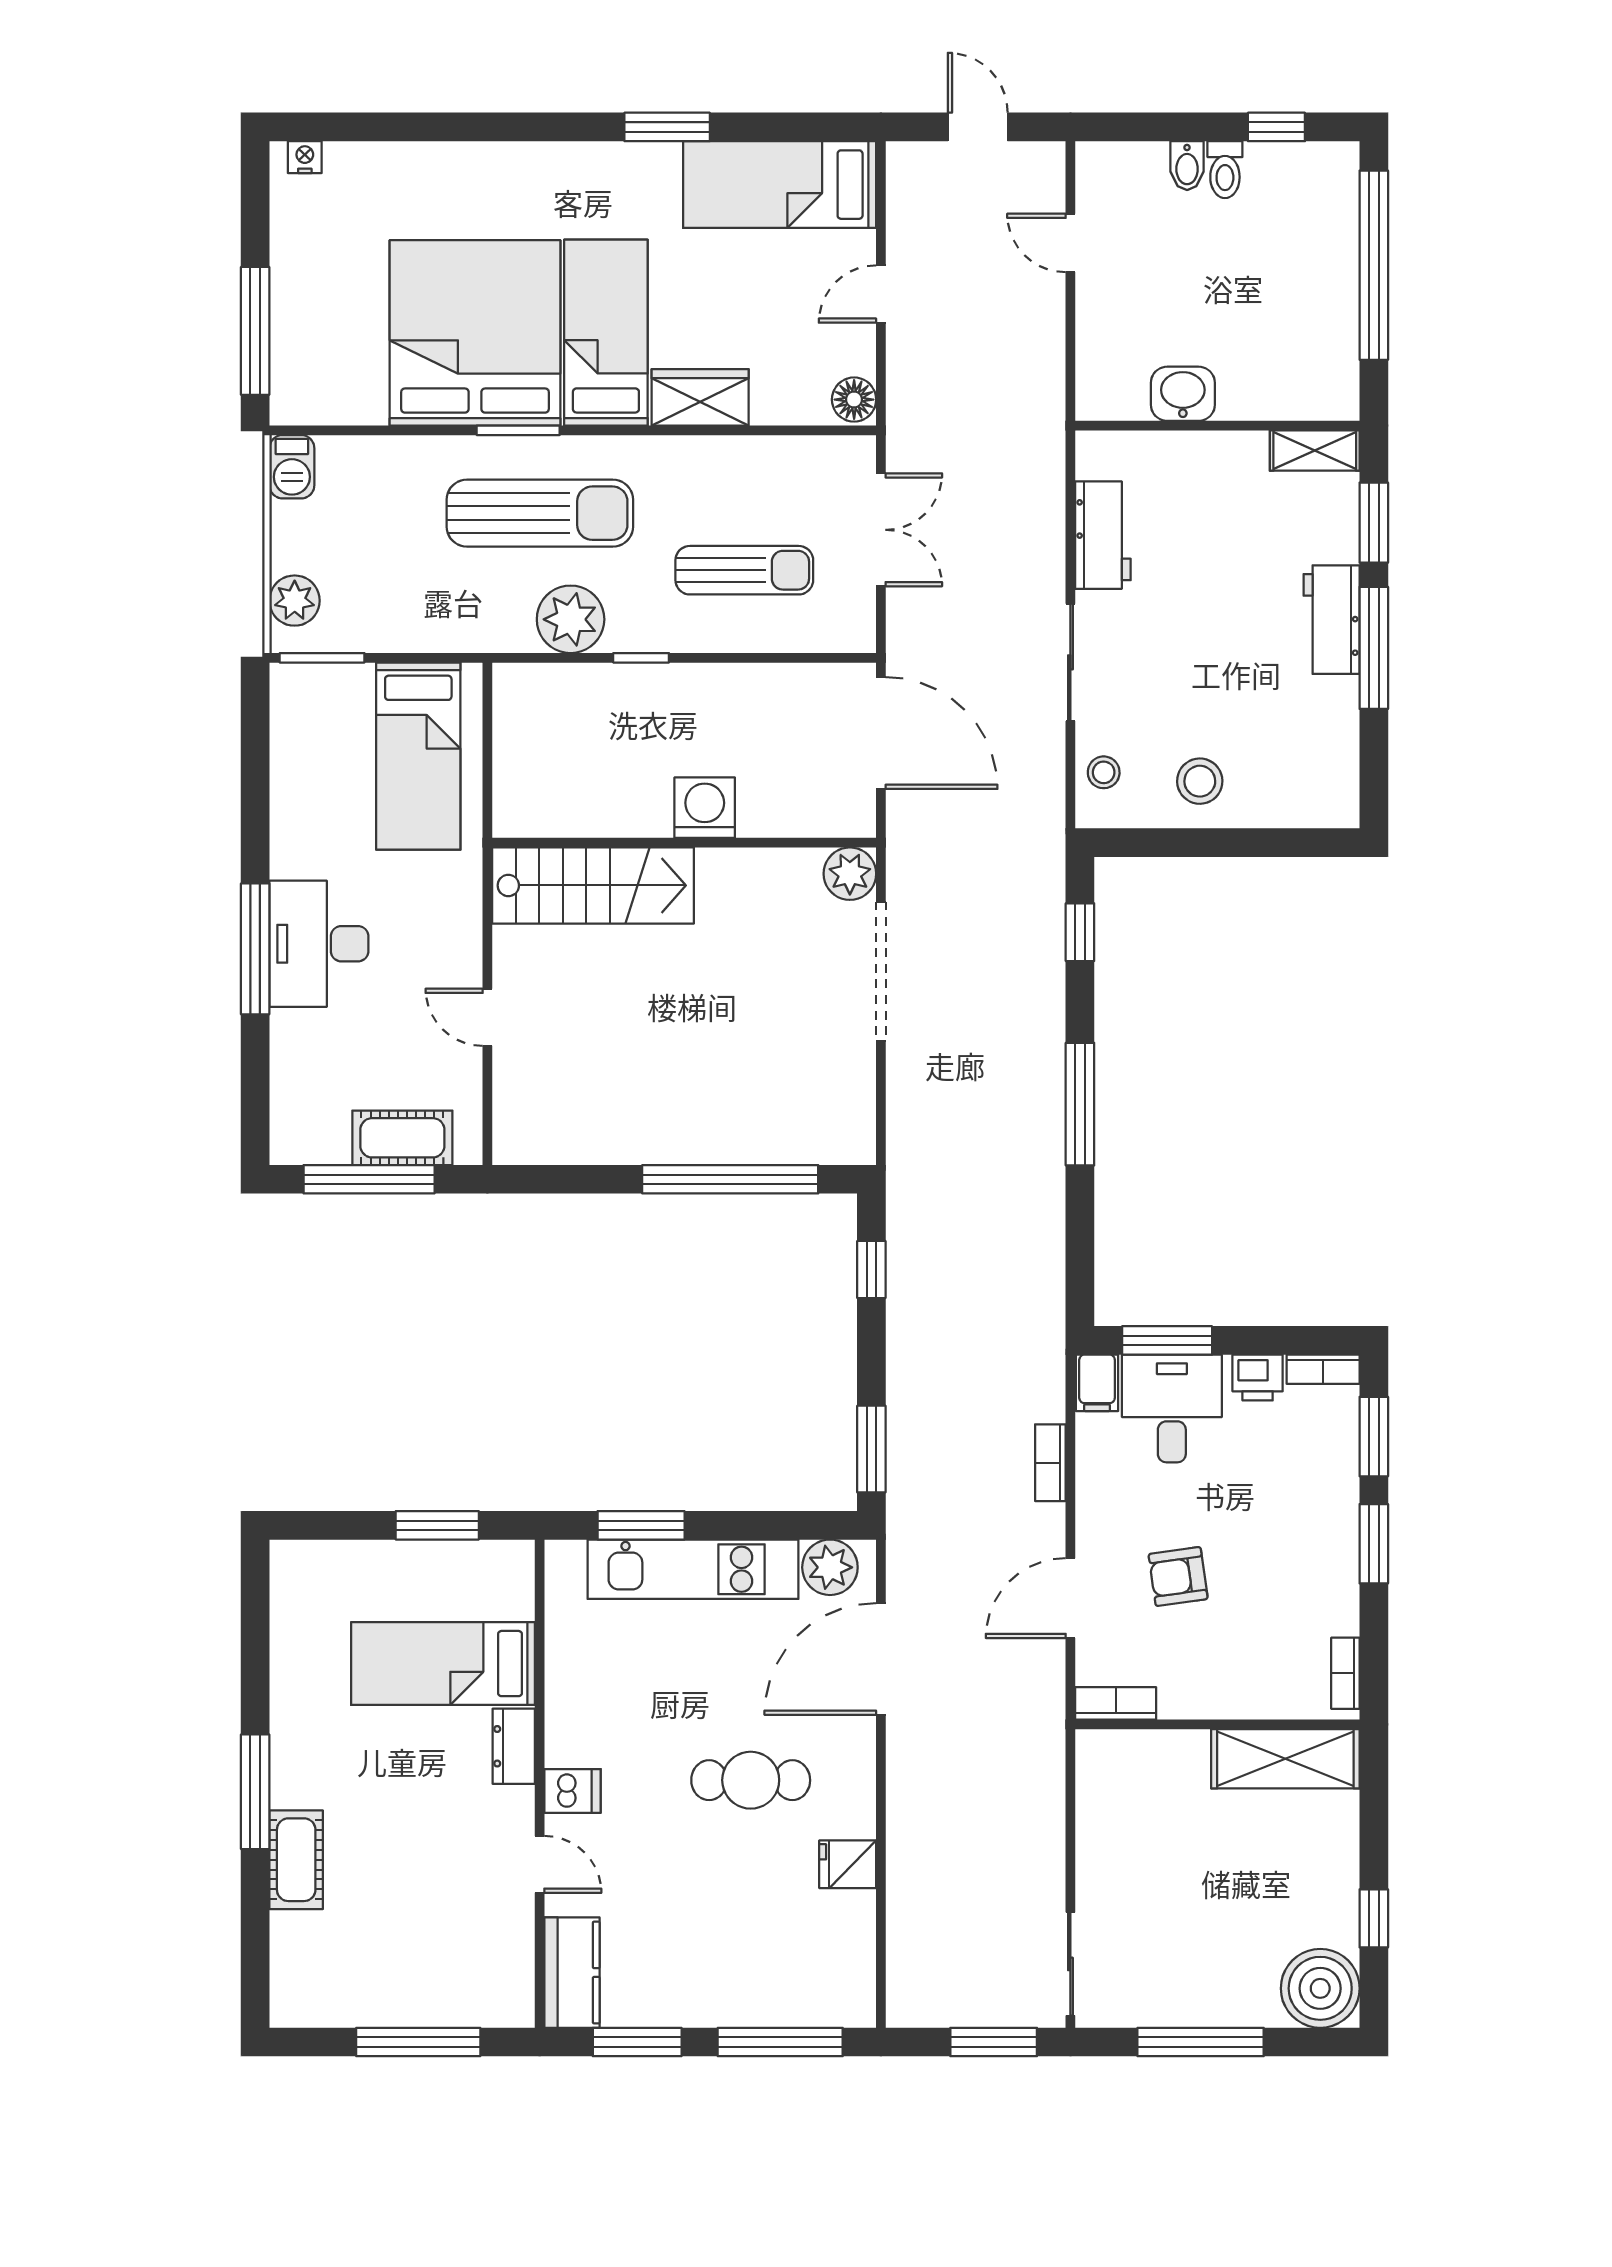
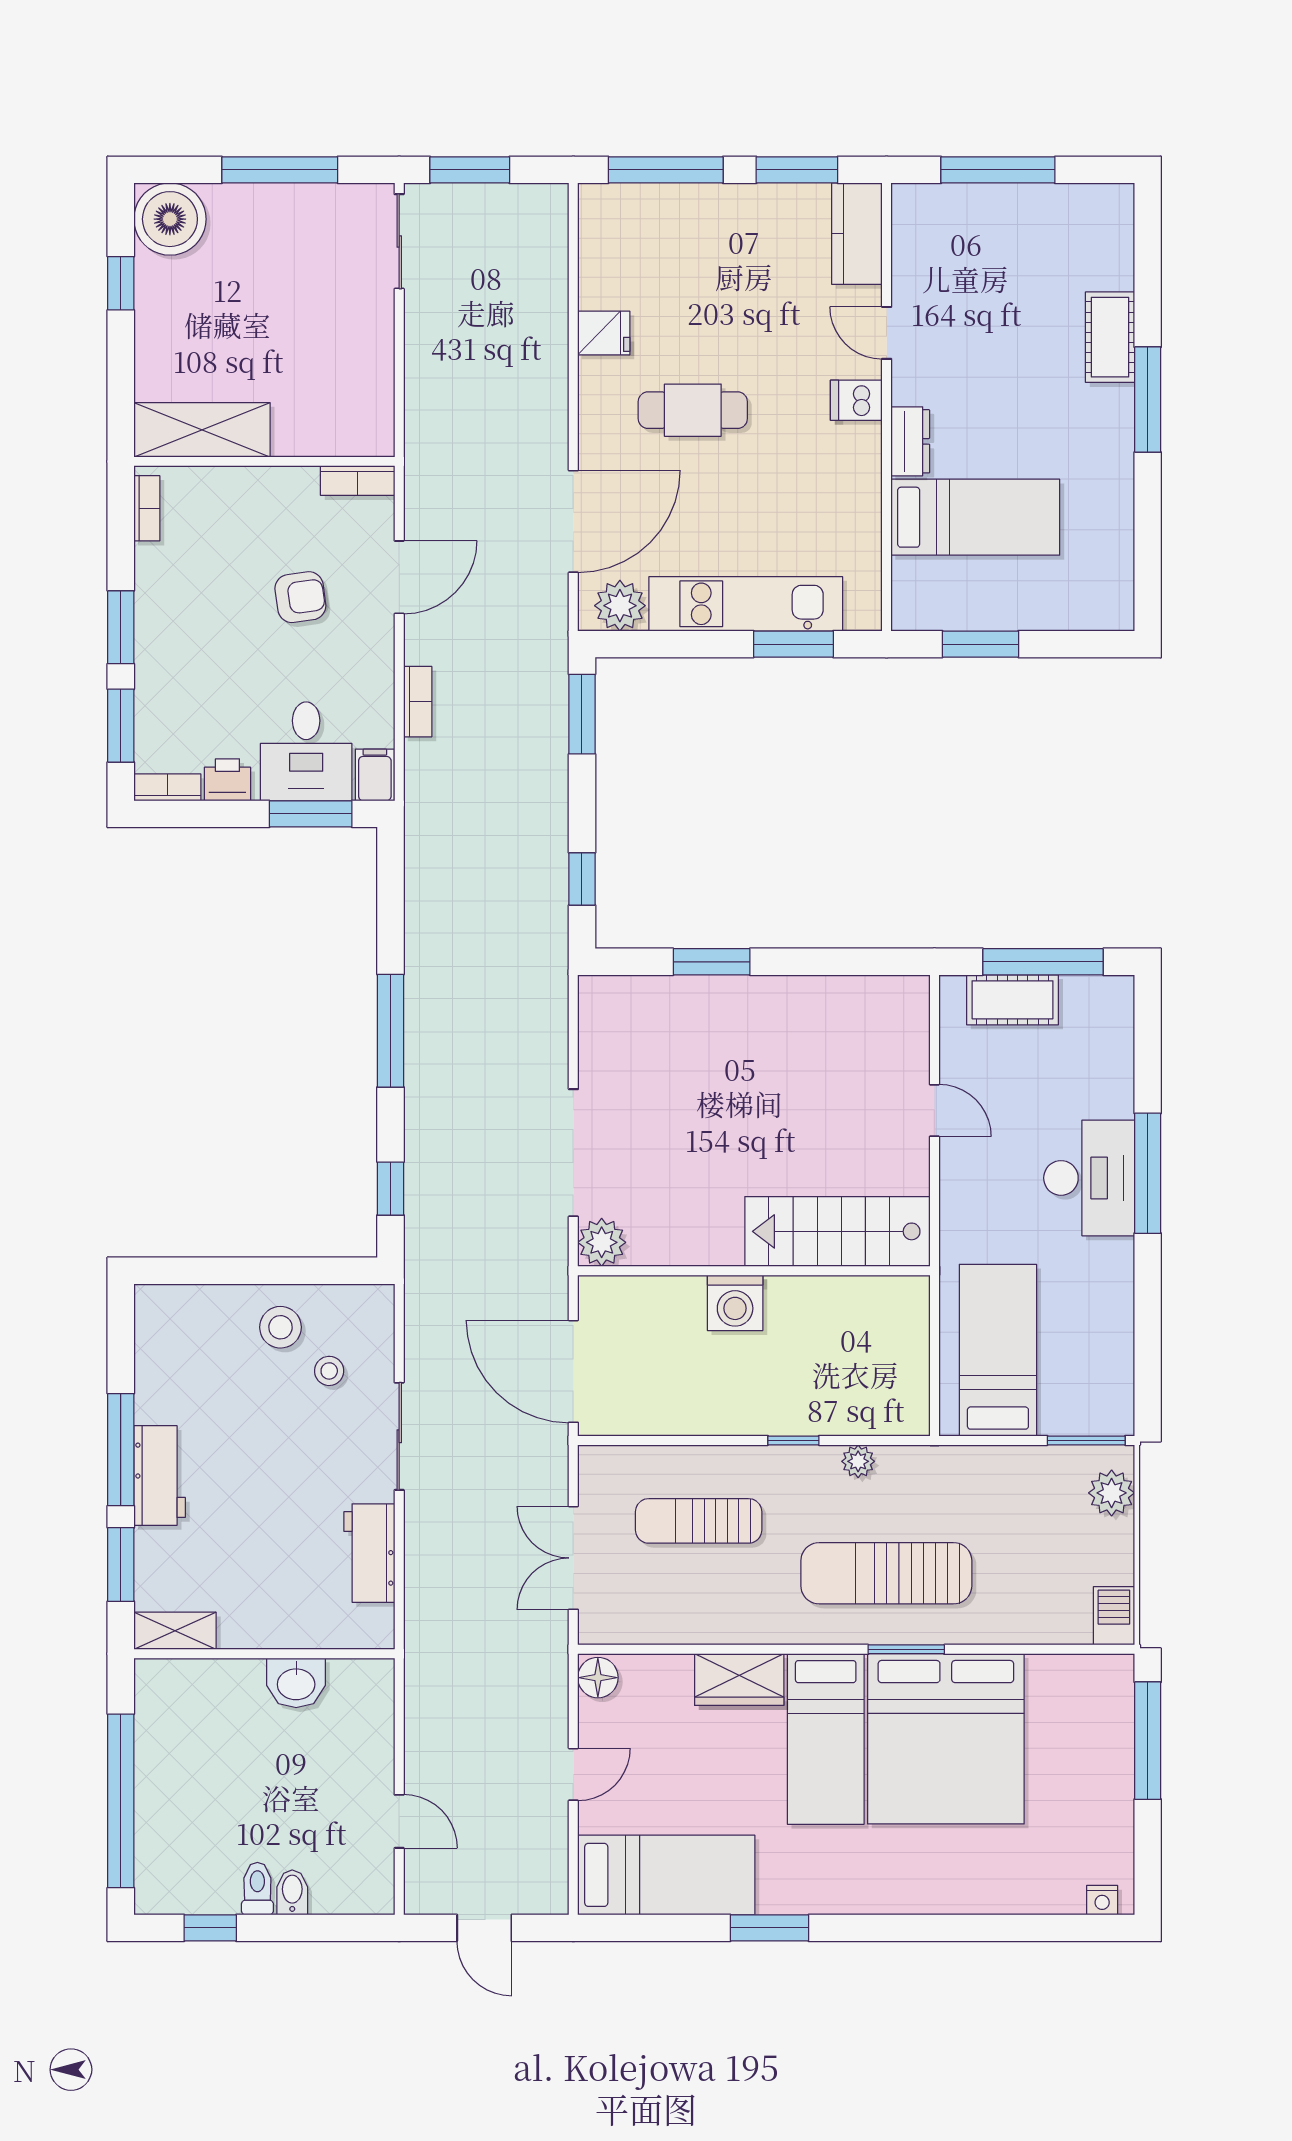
plant: (571, 619) -> (858, 1461), width x0.53, depth x0.53
stool: (1104, 772) -> (329, 1371), moved
window: (730, 1179) -> (712, 962), width x0.47

